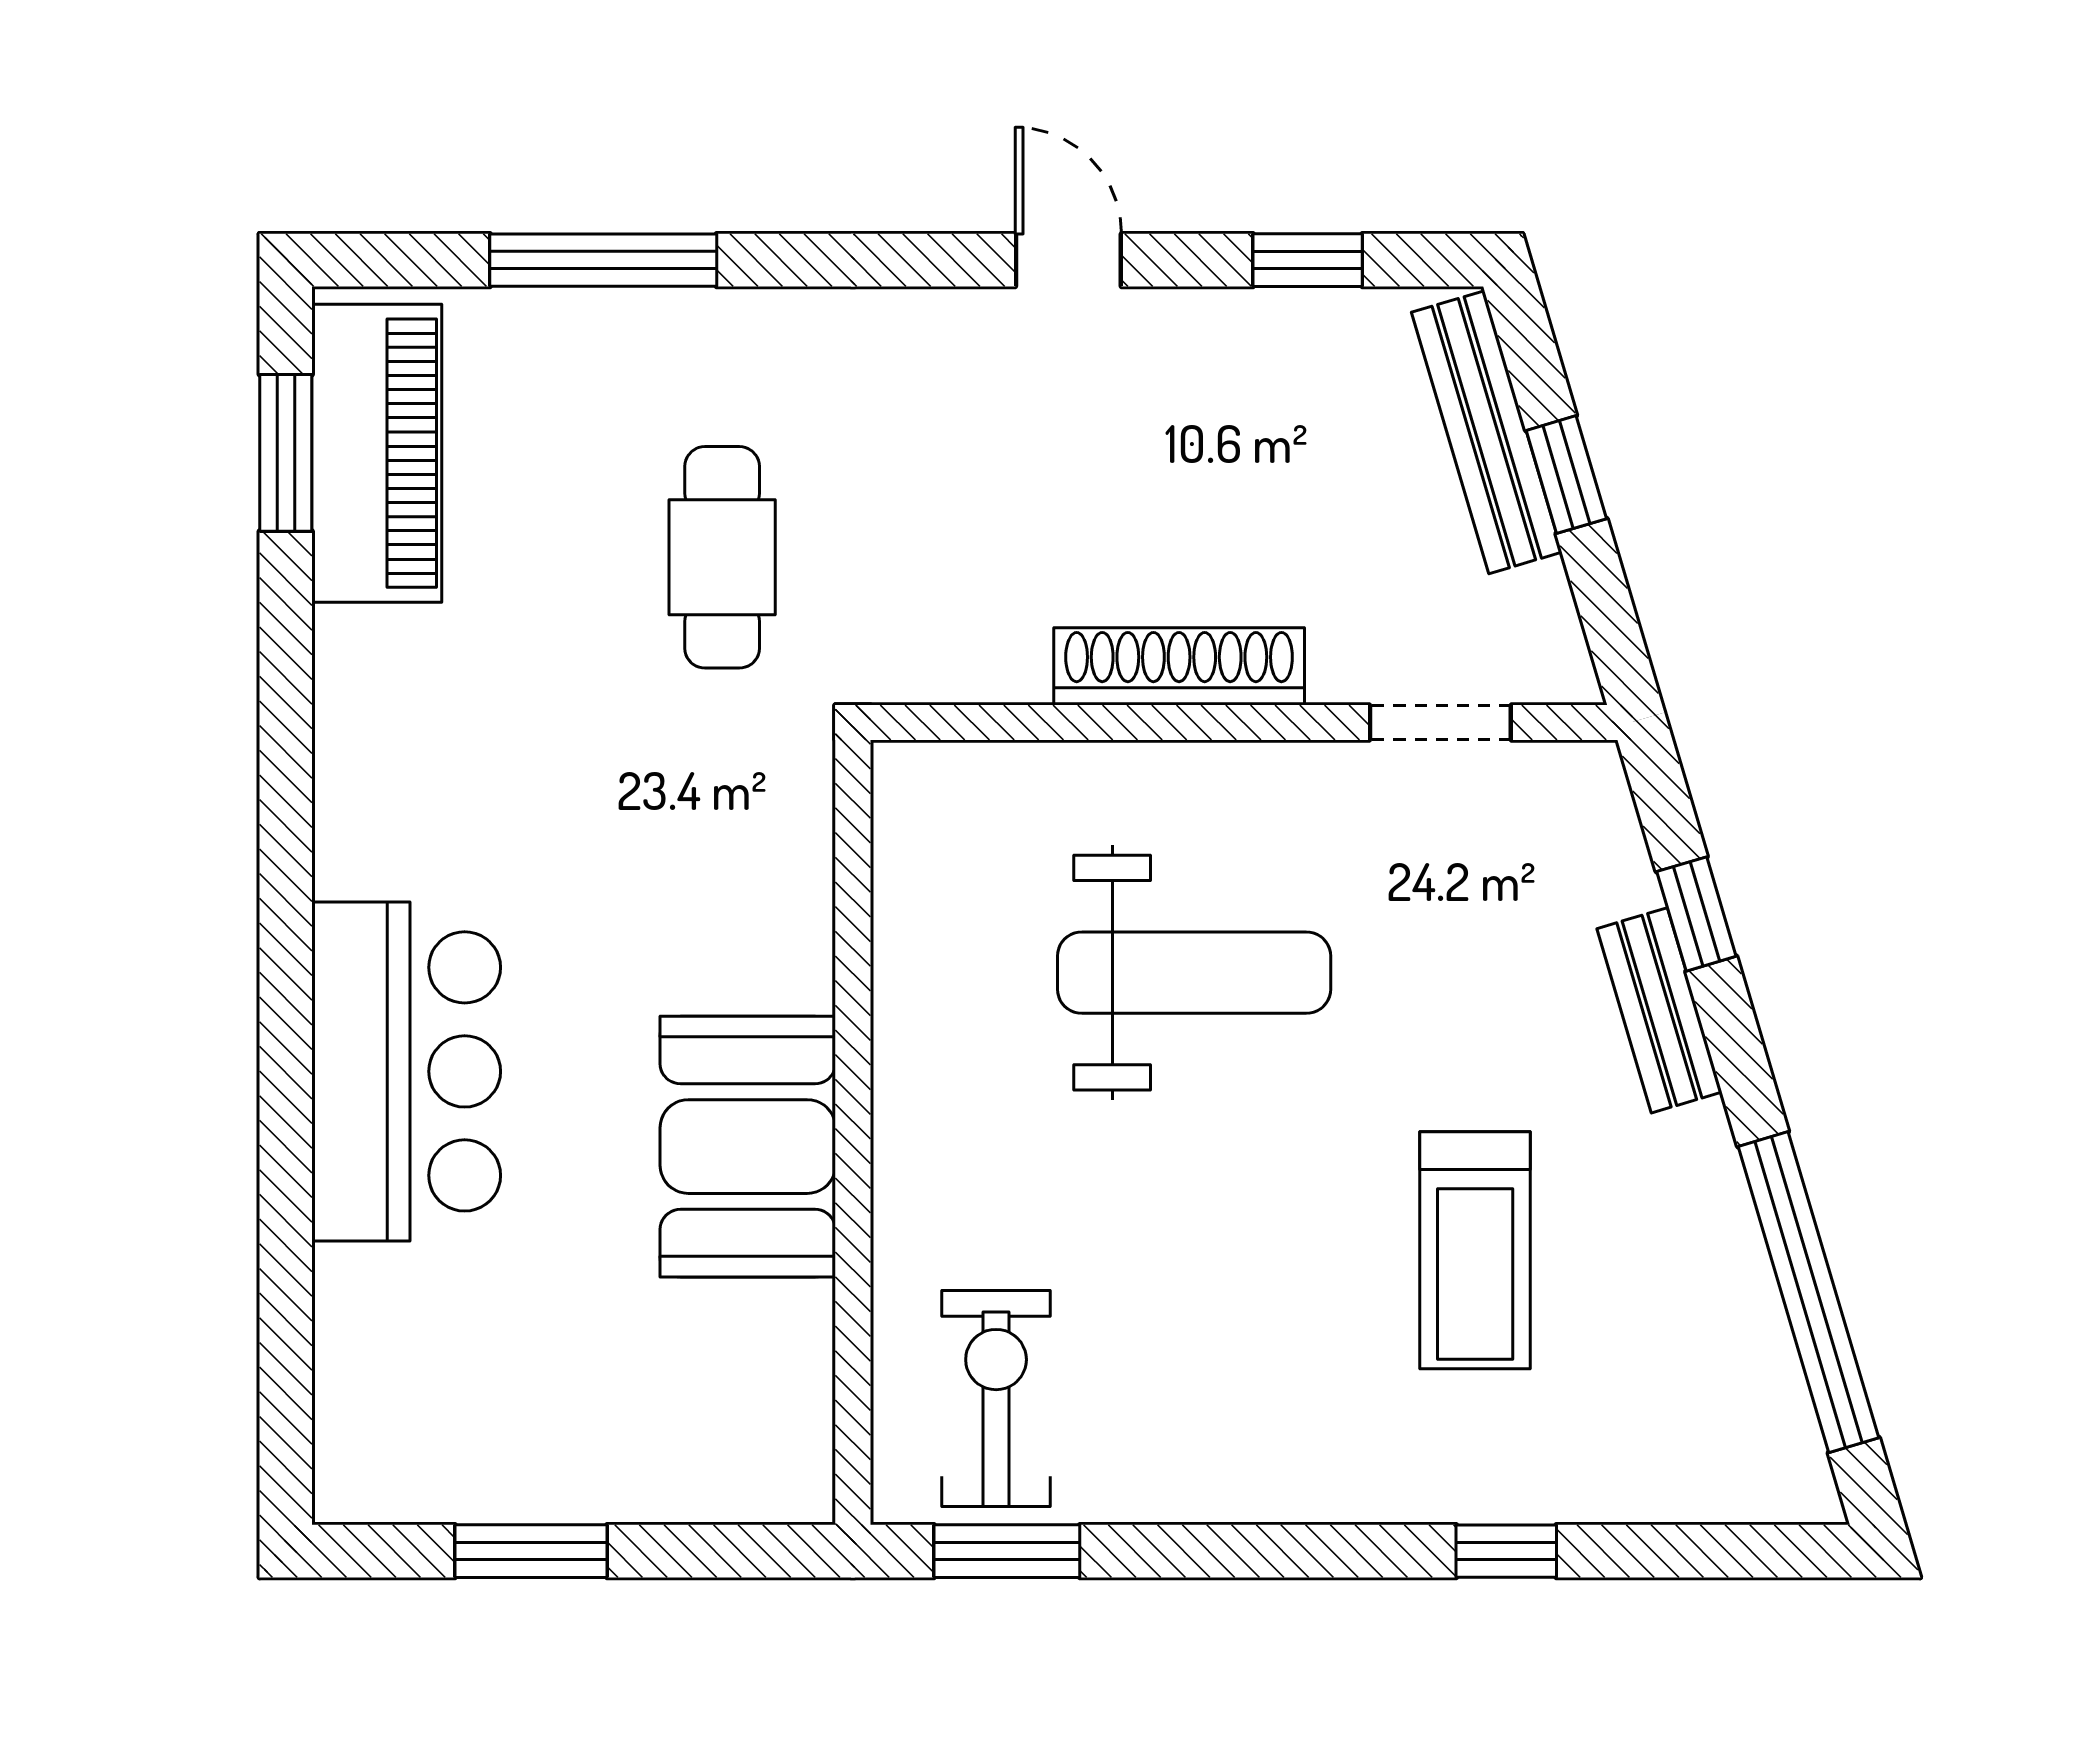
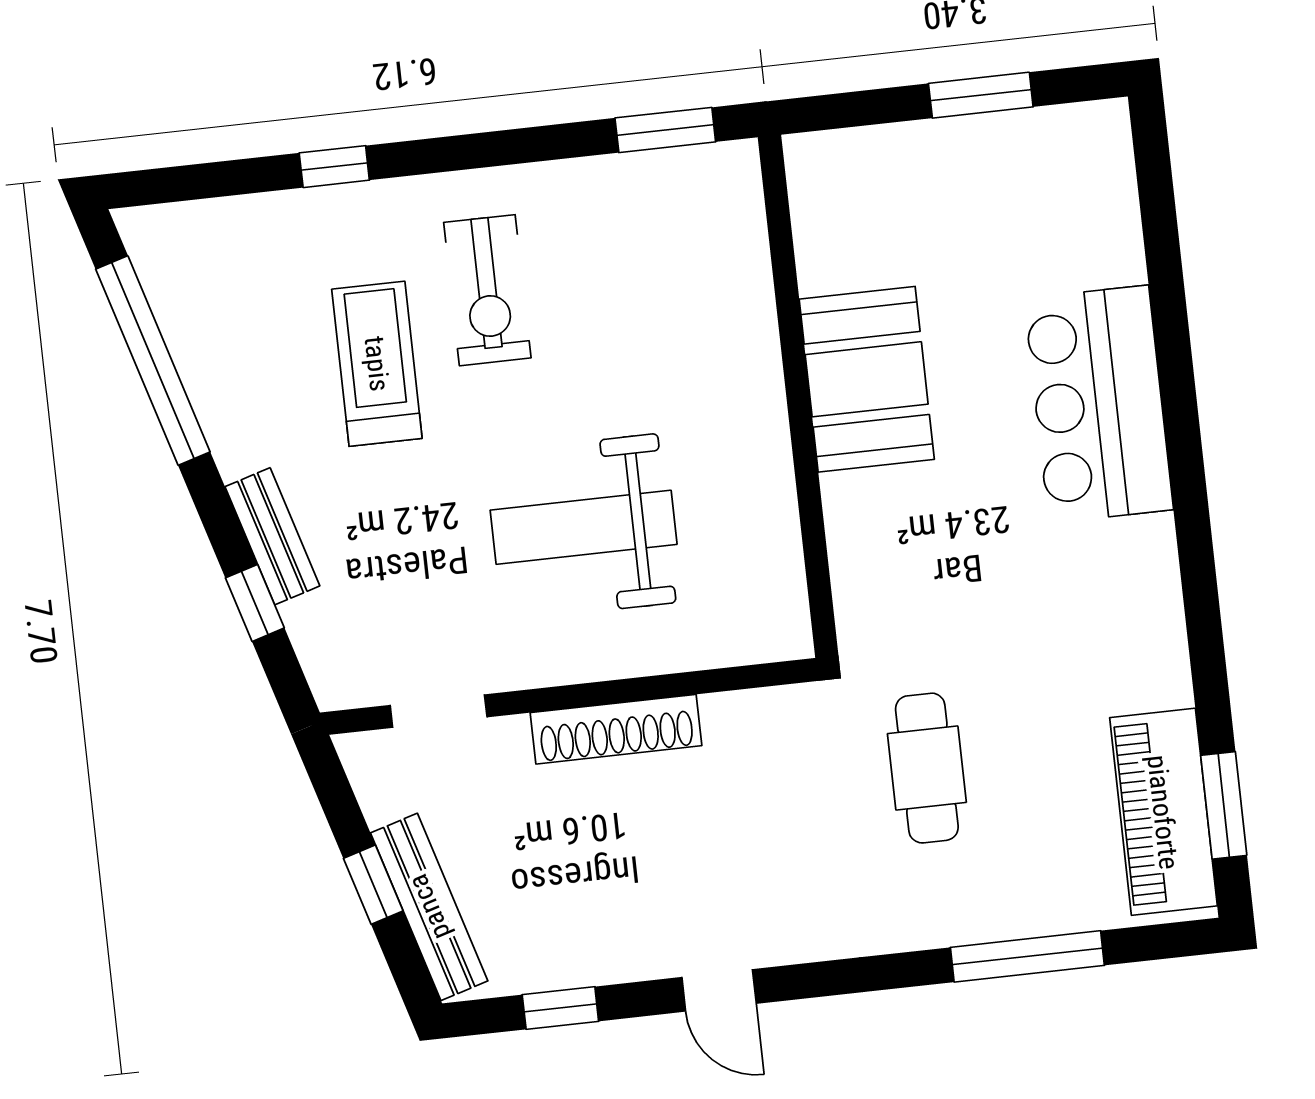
exercise bike: (996, 1398) -> (487, 290), moved

